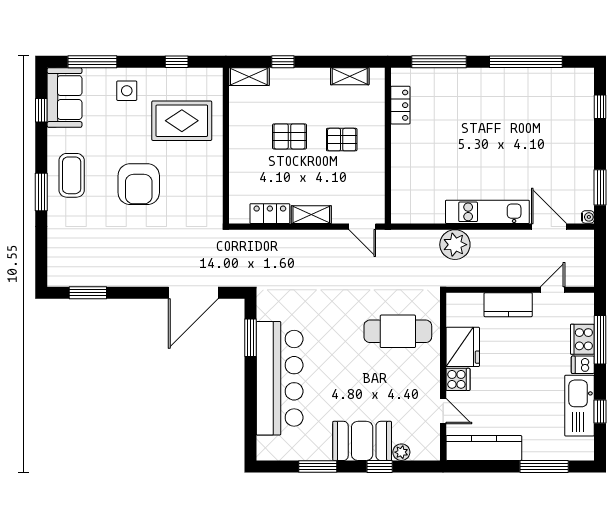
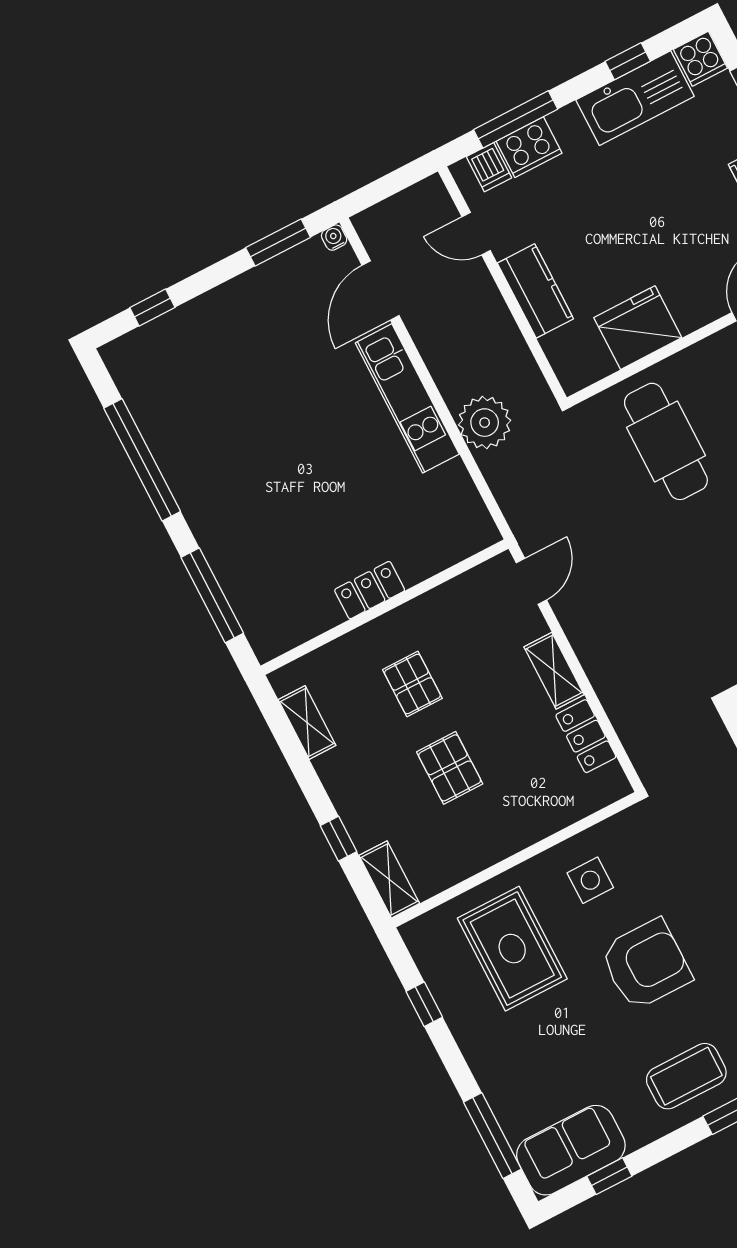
side table: (127, 91) -> (590, 880), moved
locker: (400, 105) -> (370, 590), moved
dishwasher: (583, 365) -> (489, 167), moved
cooker: (458, 379) -> (700, 59), moved, turned 180

